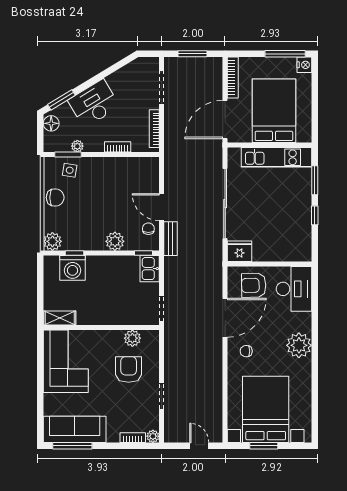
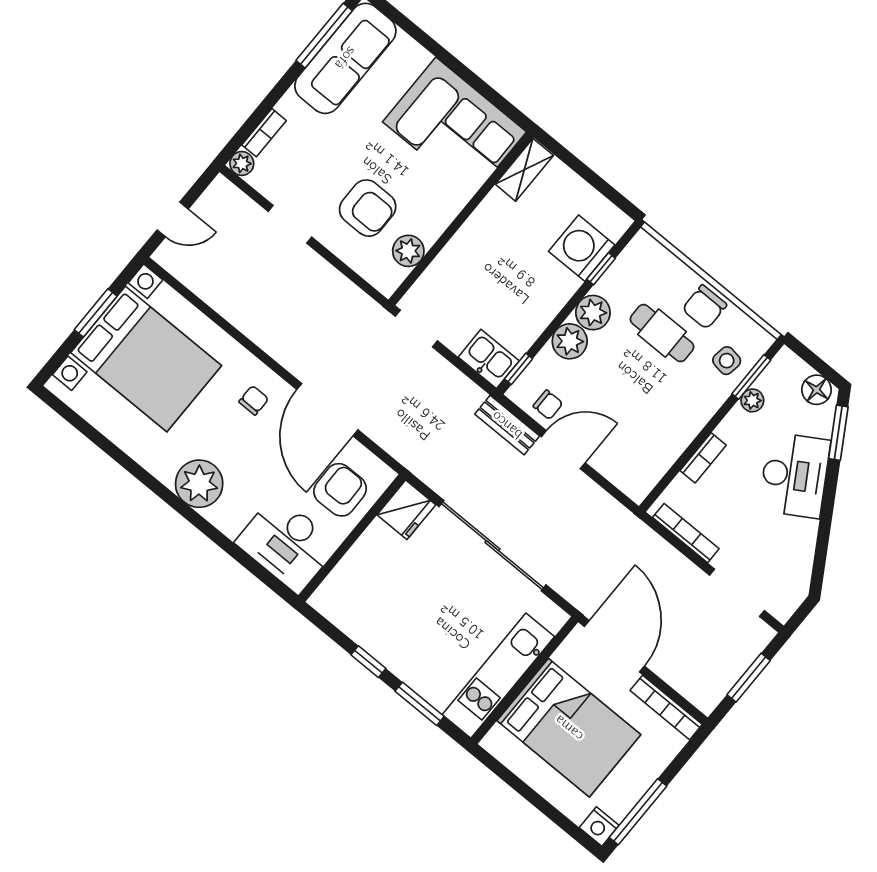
cafe table: (80, 206) -> (662, 333), added
plant: (52, 241) -> (593, 313), moved

